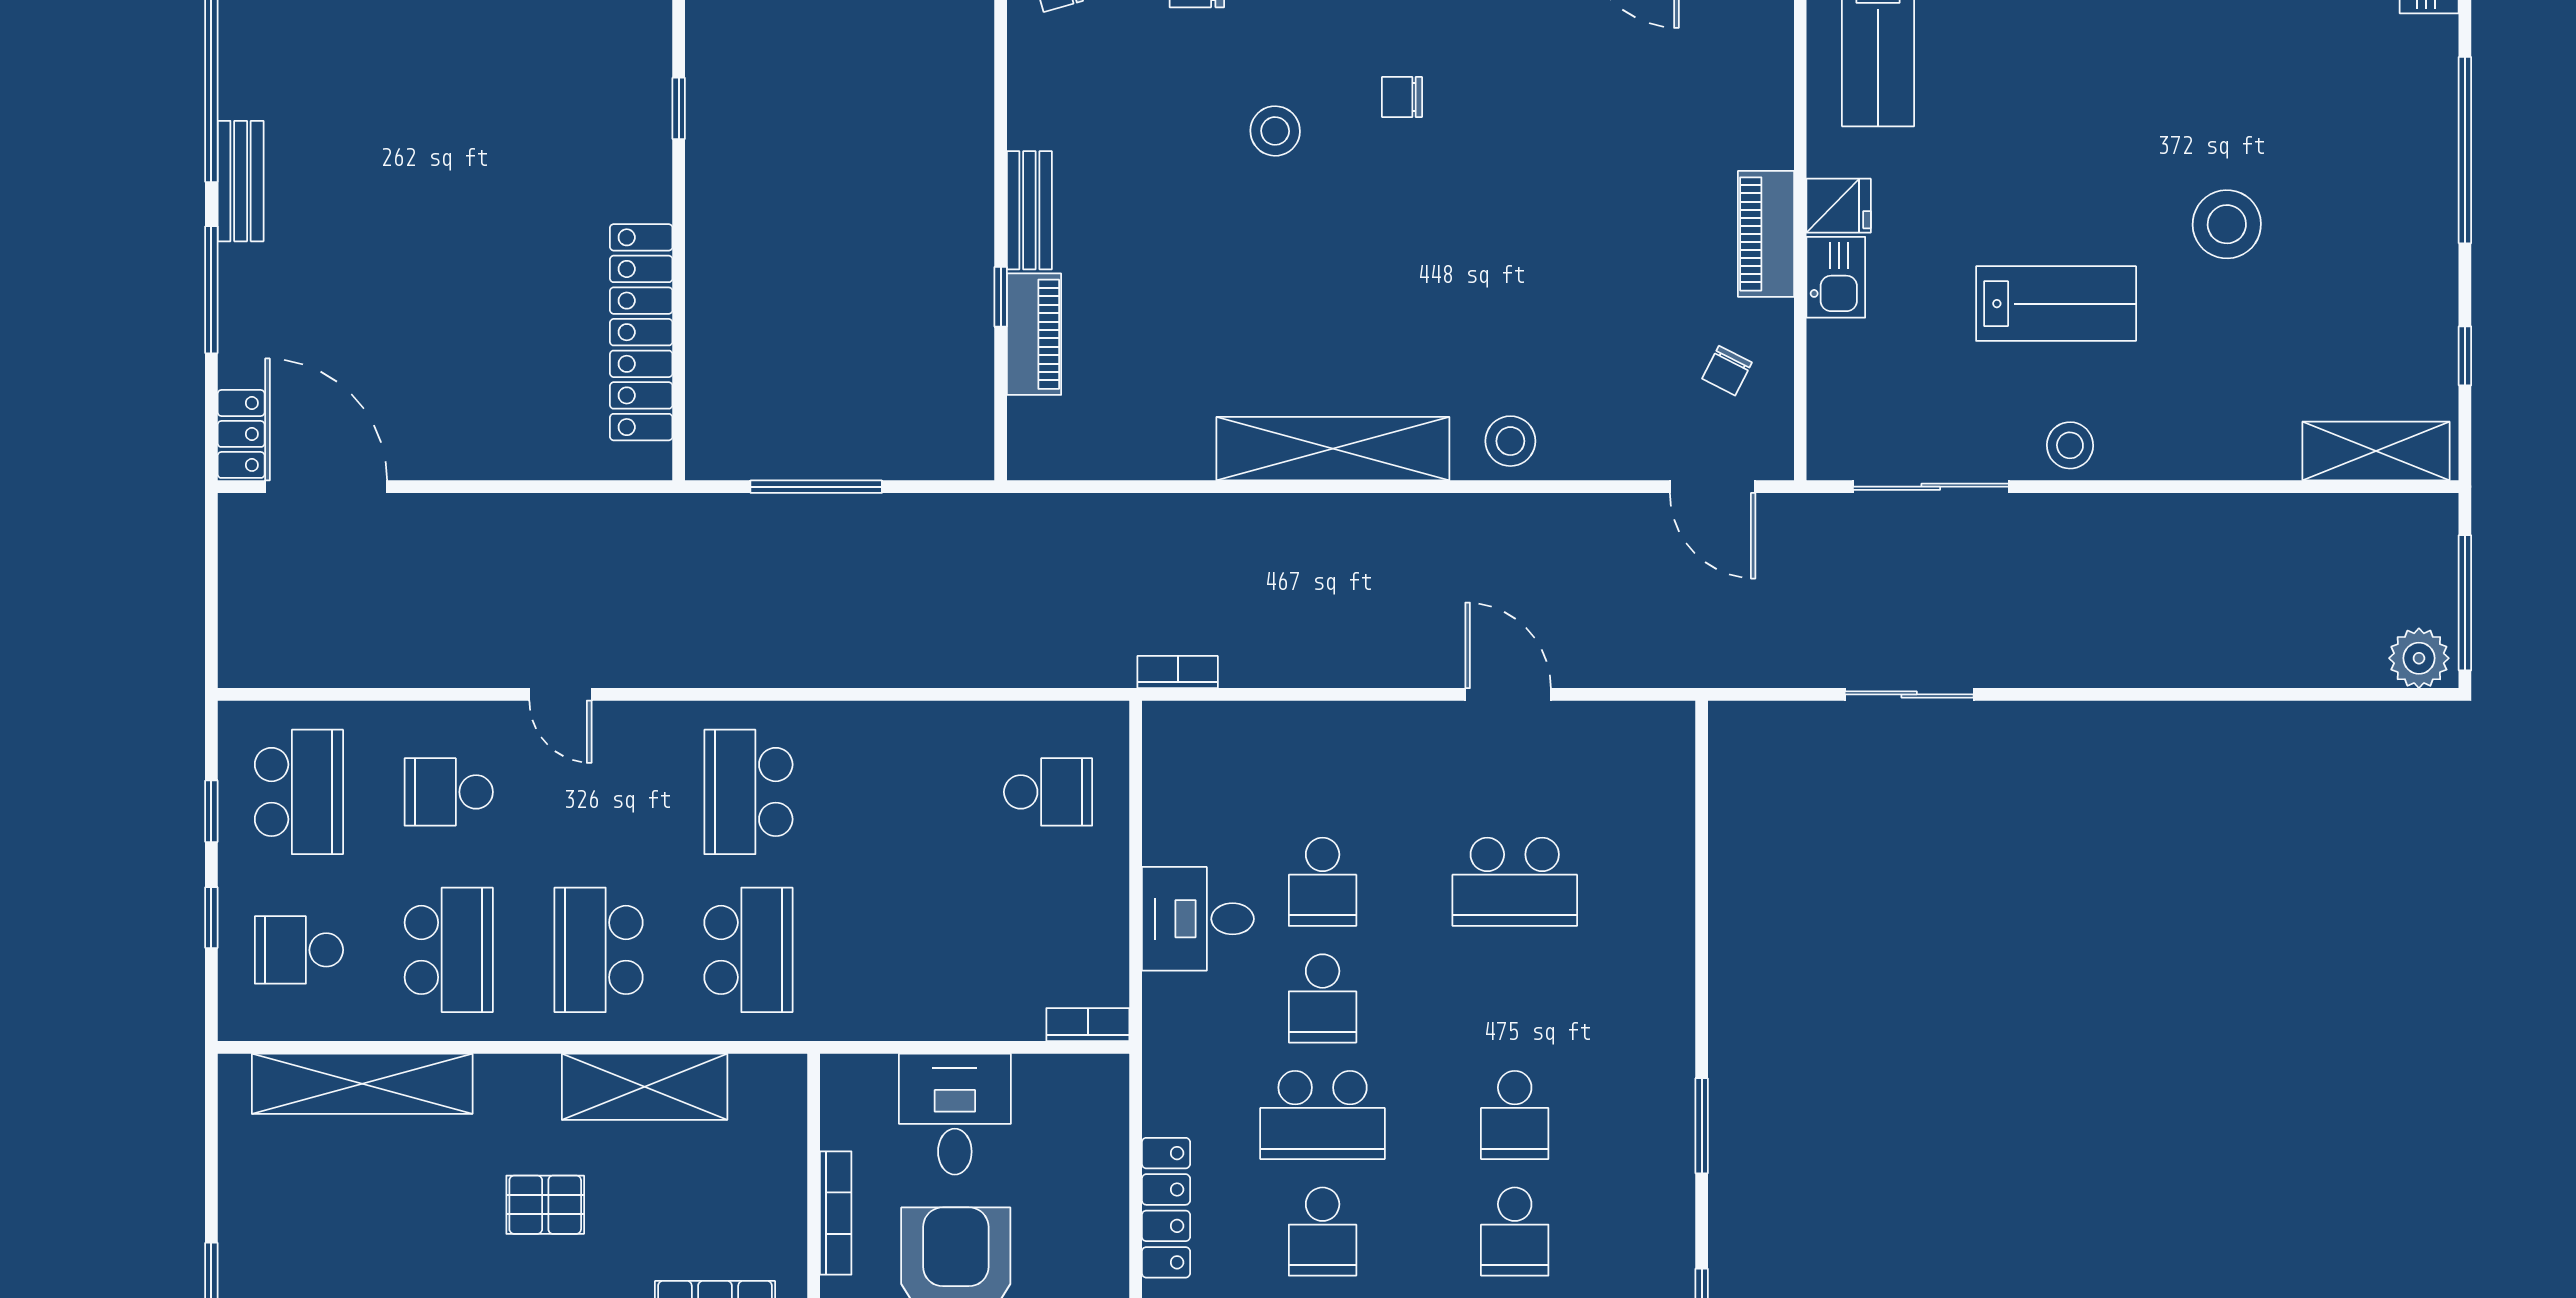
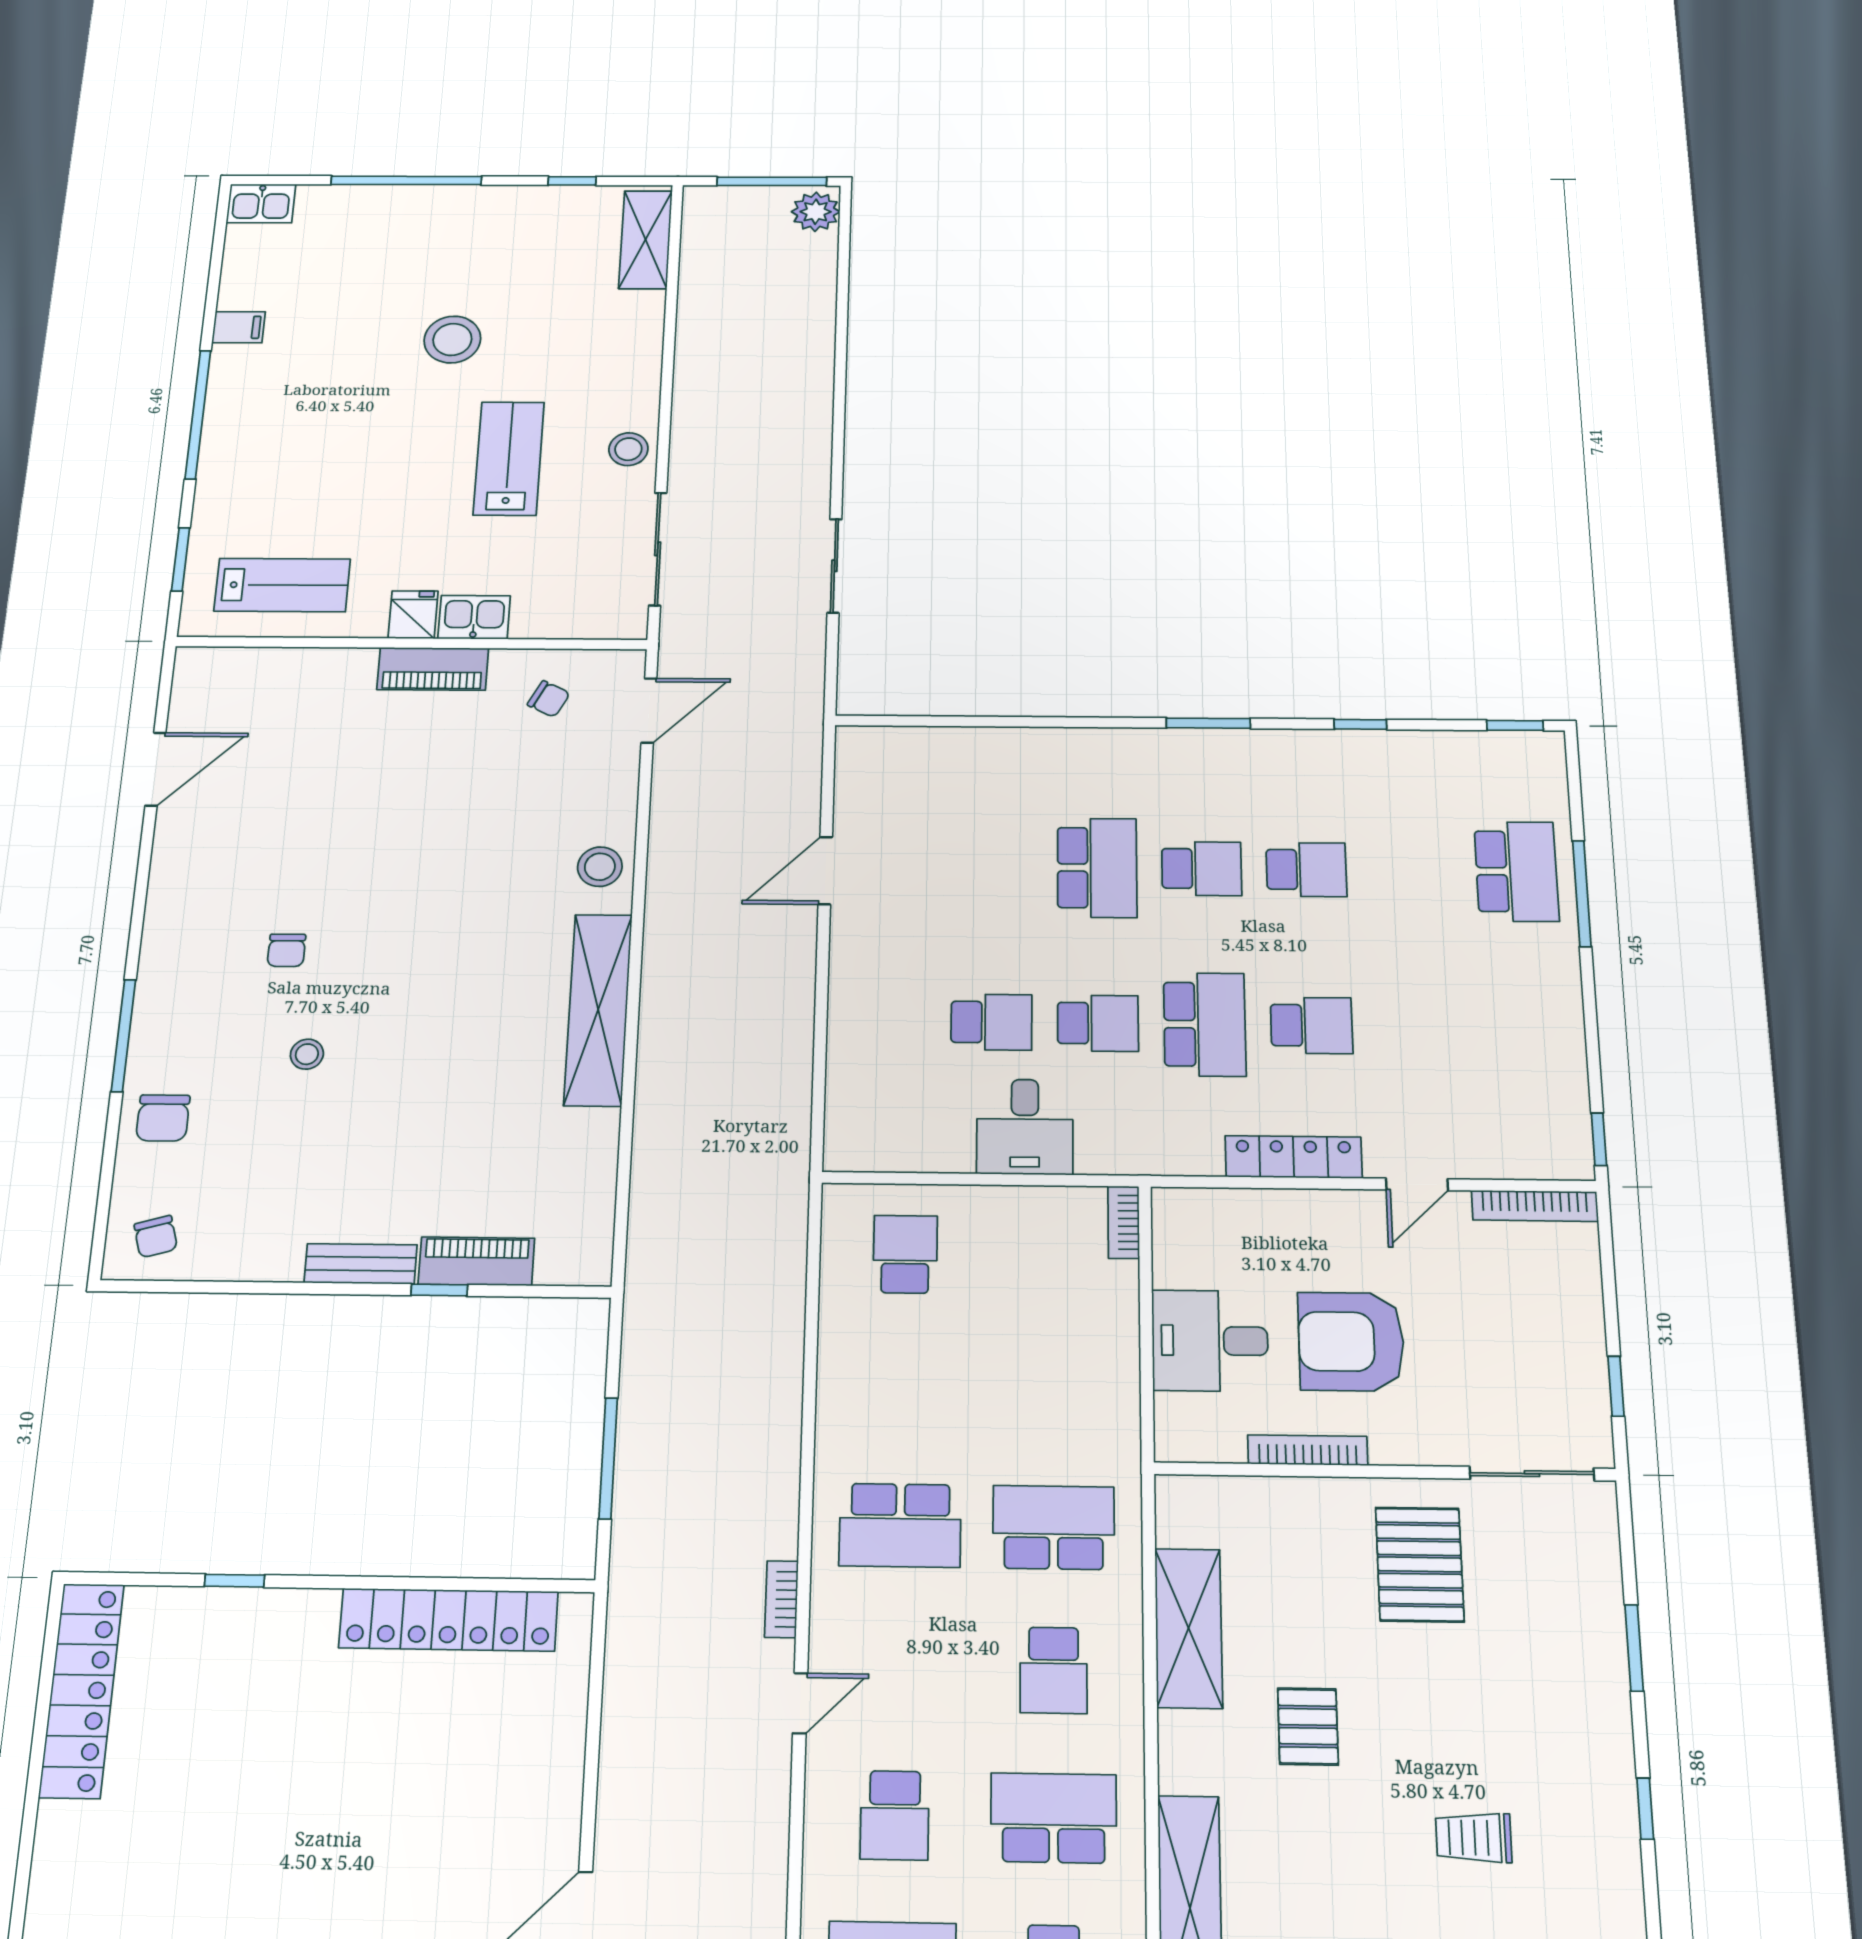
stool: (1275, 131) -> (307, 1054), width x0.73, depth x0.73
bookcase: (1178, 672) -> (781, 1599), moved
school desk: (1515, 882) -> (1097, 868), moved
school desk: (599, 950) -> (1054, 1670), width x0.54

